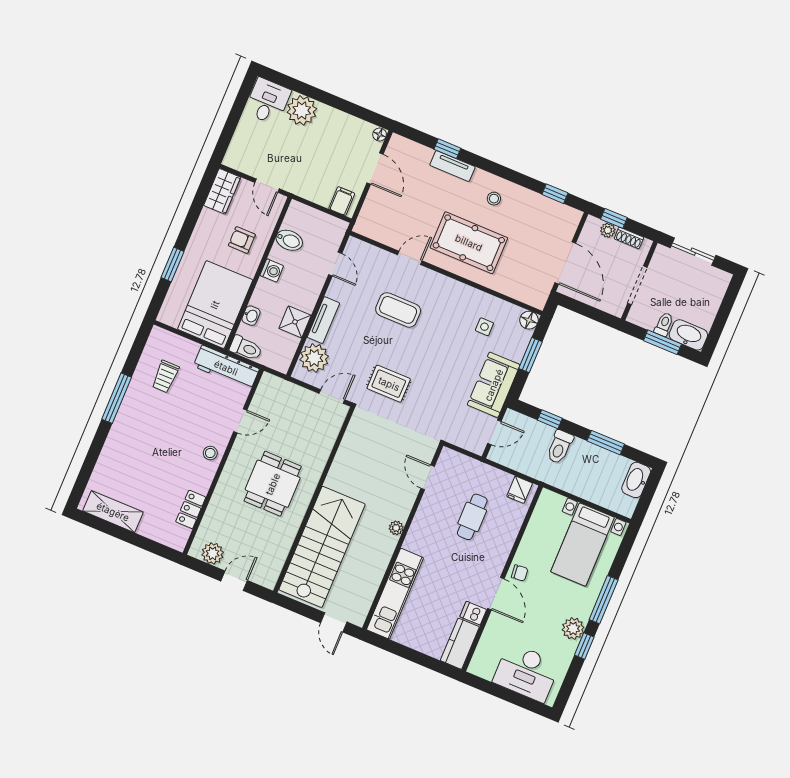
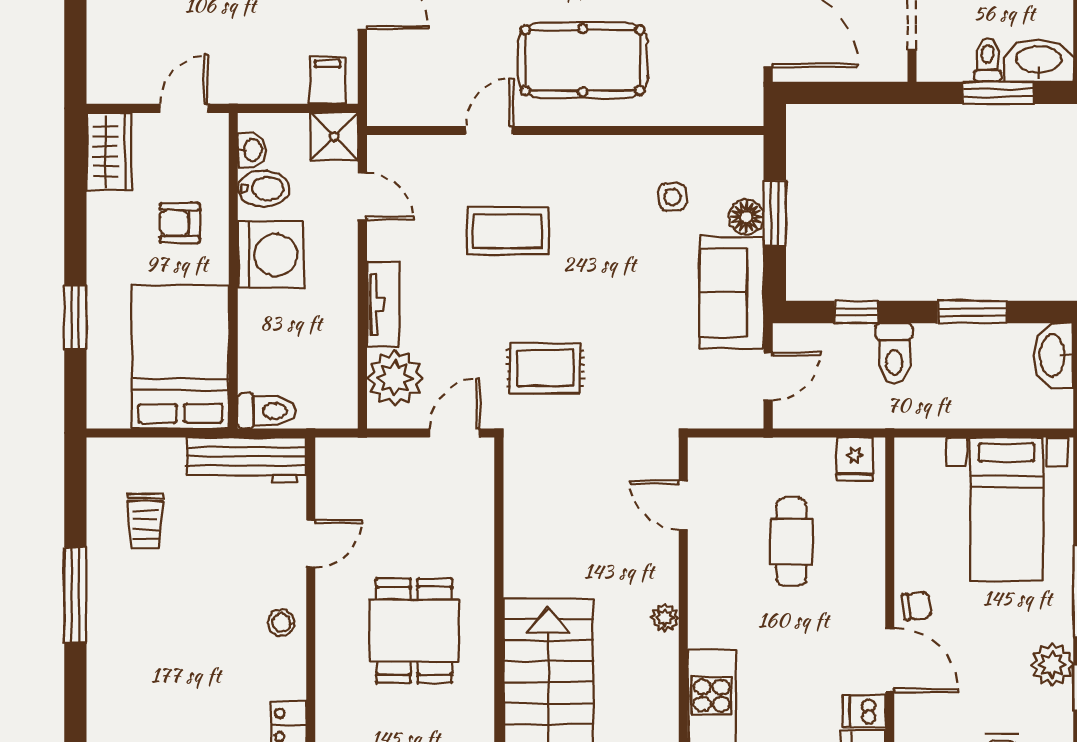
door: (267, 186) -> (184, 108), swing flipped
washing machine: (272, 271) -> (271, 255), width x1.89, depth x1.89
washbasin: (251, 316) -> (252, 150), moved
floor lamp: (529, 320) -> (746, 217), moved
shower: (295, 322) -> (334, 137), moved

